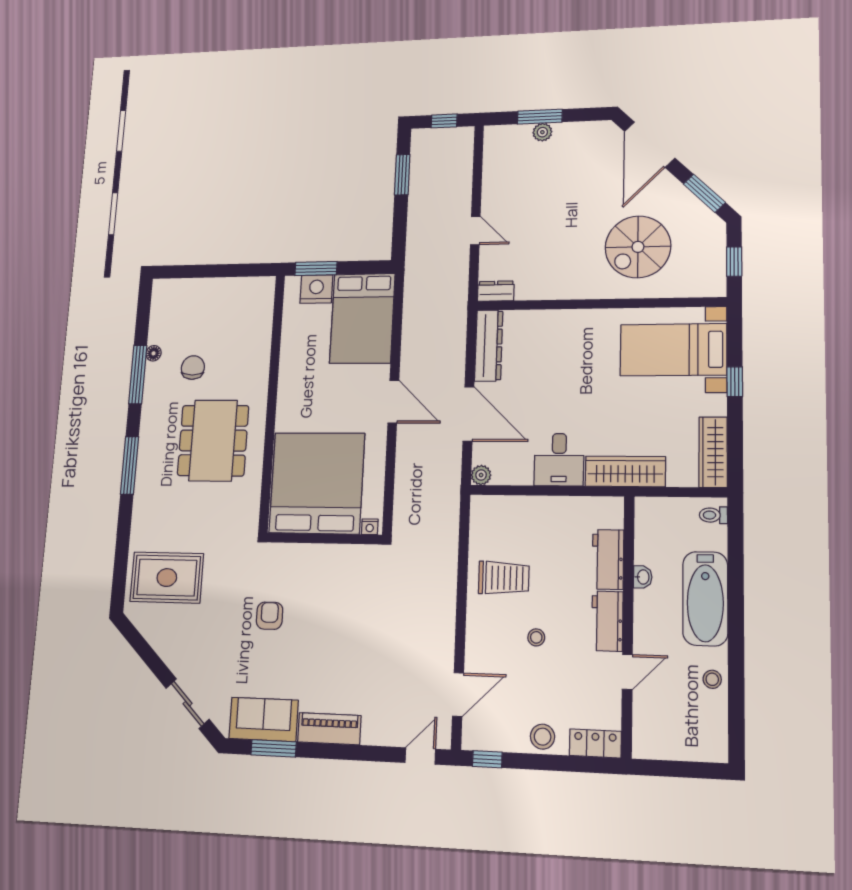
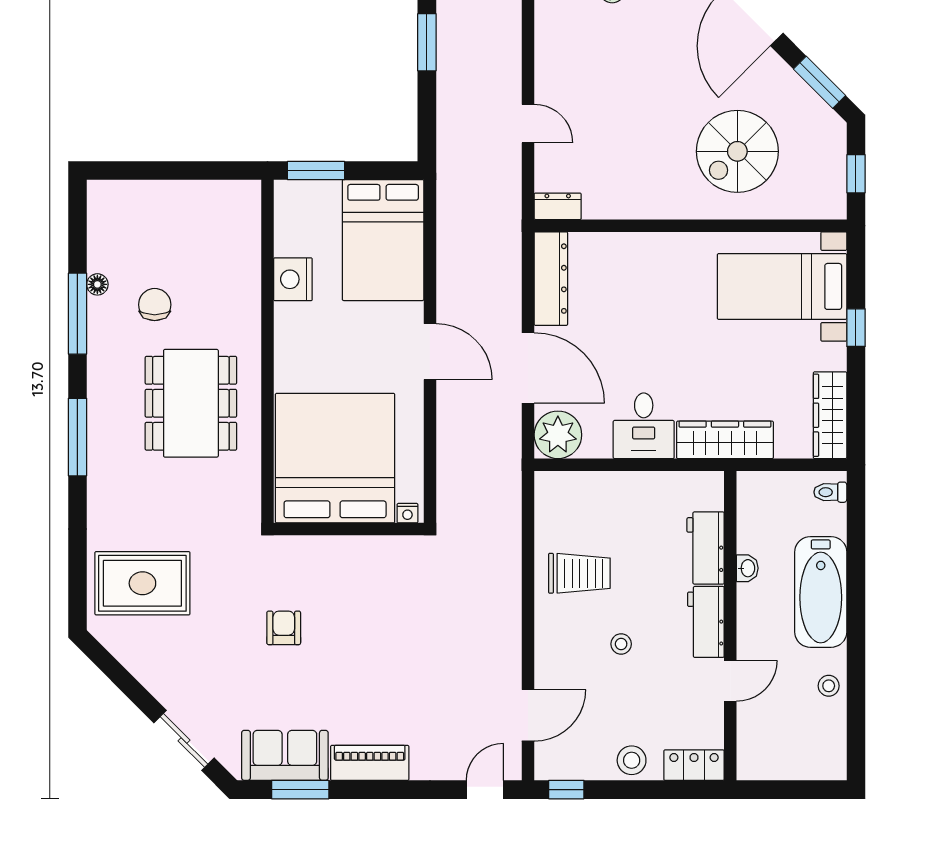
nightstand: (316, 289) -> (293, 279), moved, turned -90
plant: (481, 475) -> (558, 435), width x1.88, depth x1.88

